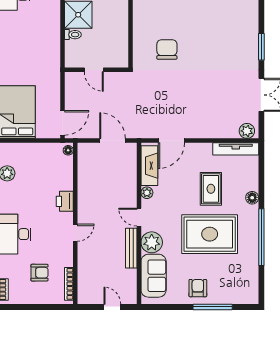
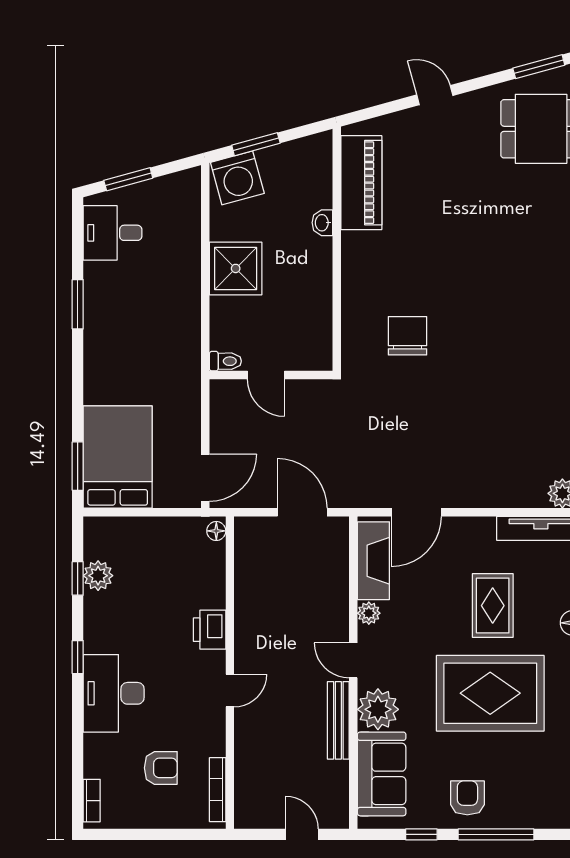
toilet: (73, 35) -> (225, 361), moved
window: (174, 307) -> (421, 834), added

